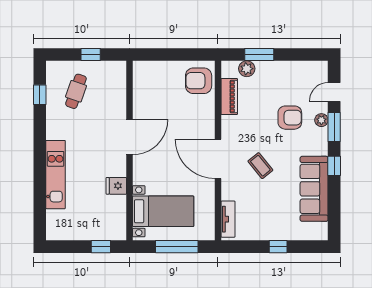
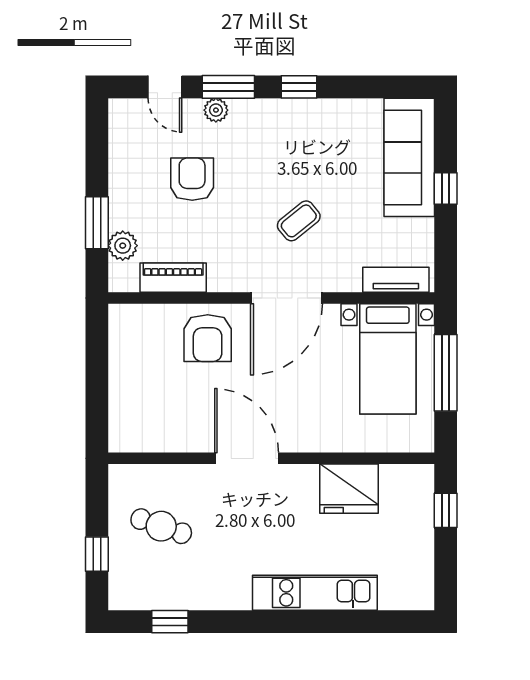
window: (91, 54) -> (97, 554), moved
armchair: (199, 81) -> (208, 338), moved
cafe table: (76, 91) -> (161, 526), moved
armchair: (290, 118) -> (192, 179), moved
fridge: (116, 186) -> (349, 489), width x1.88, depth x1.34
sofa: (314, 189) -> (409, 157), moved, turned 90
bed with nightstands: (163, 211) -> (388, 359), moved, turned 180

